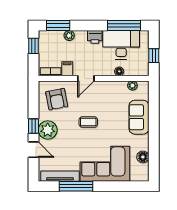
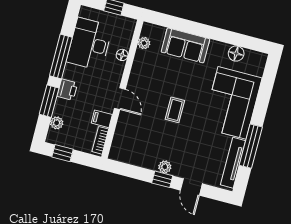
window: (58, 26) -> (49, 101), moved
window: (124, 26) -> (61, 57), moved
plant: (69, 36) -> (57, 123), moved
printer: (95, 37) -> (67, 90), moved
armchair: (57, 99) -> (136, 142), removed
plant: (48, 130) -> (165, 167), width x0.53, depth x0.53
door: (34, 150) -> (191, 187), swing flipped

